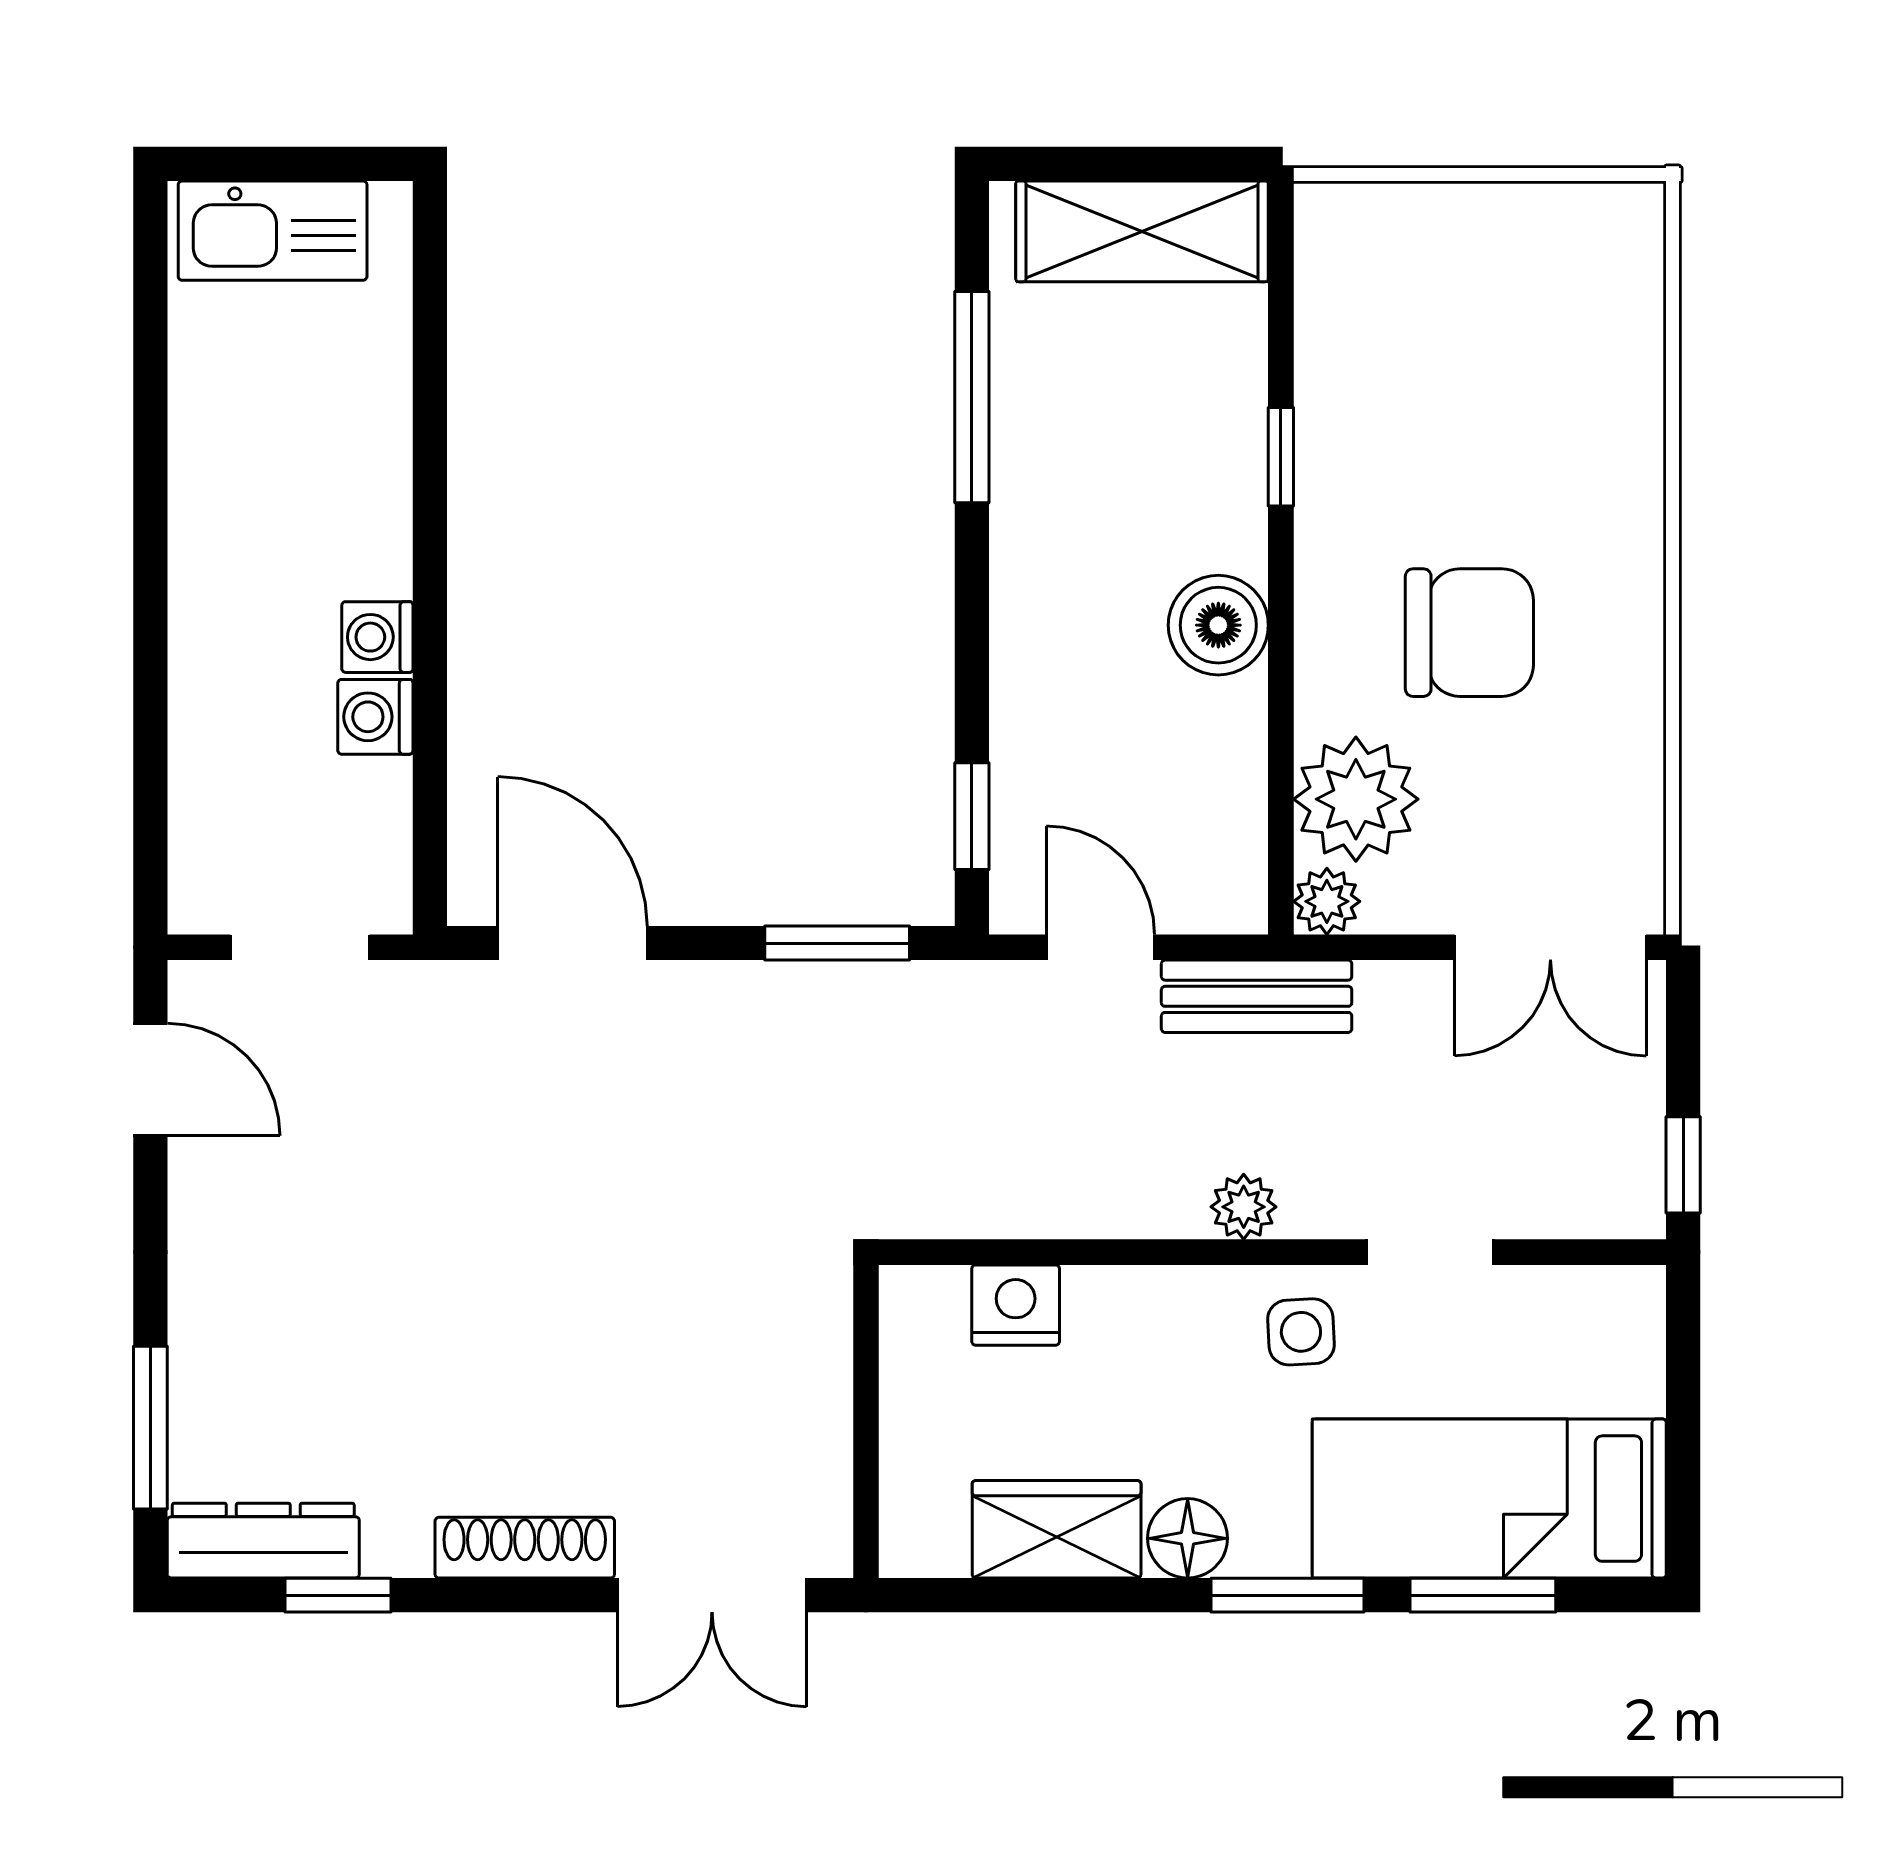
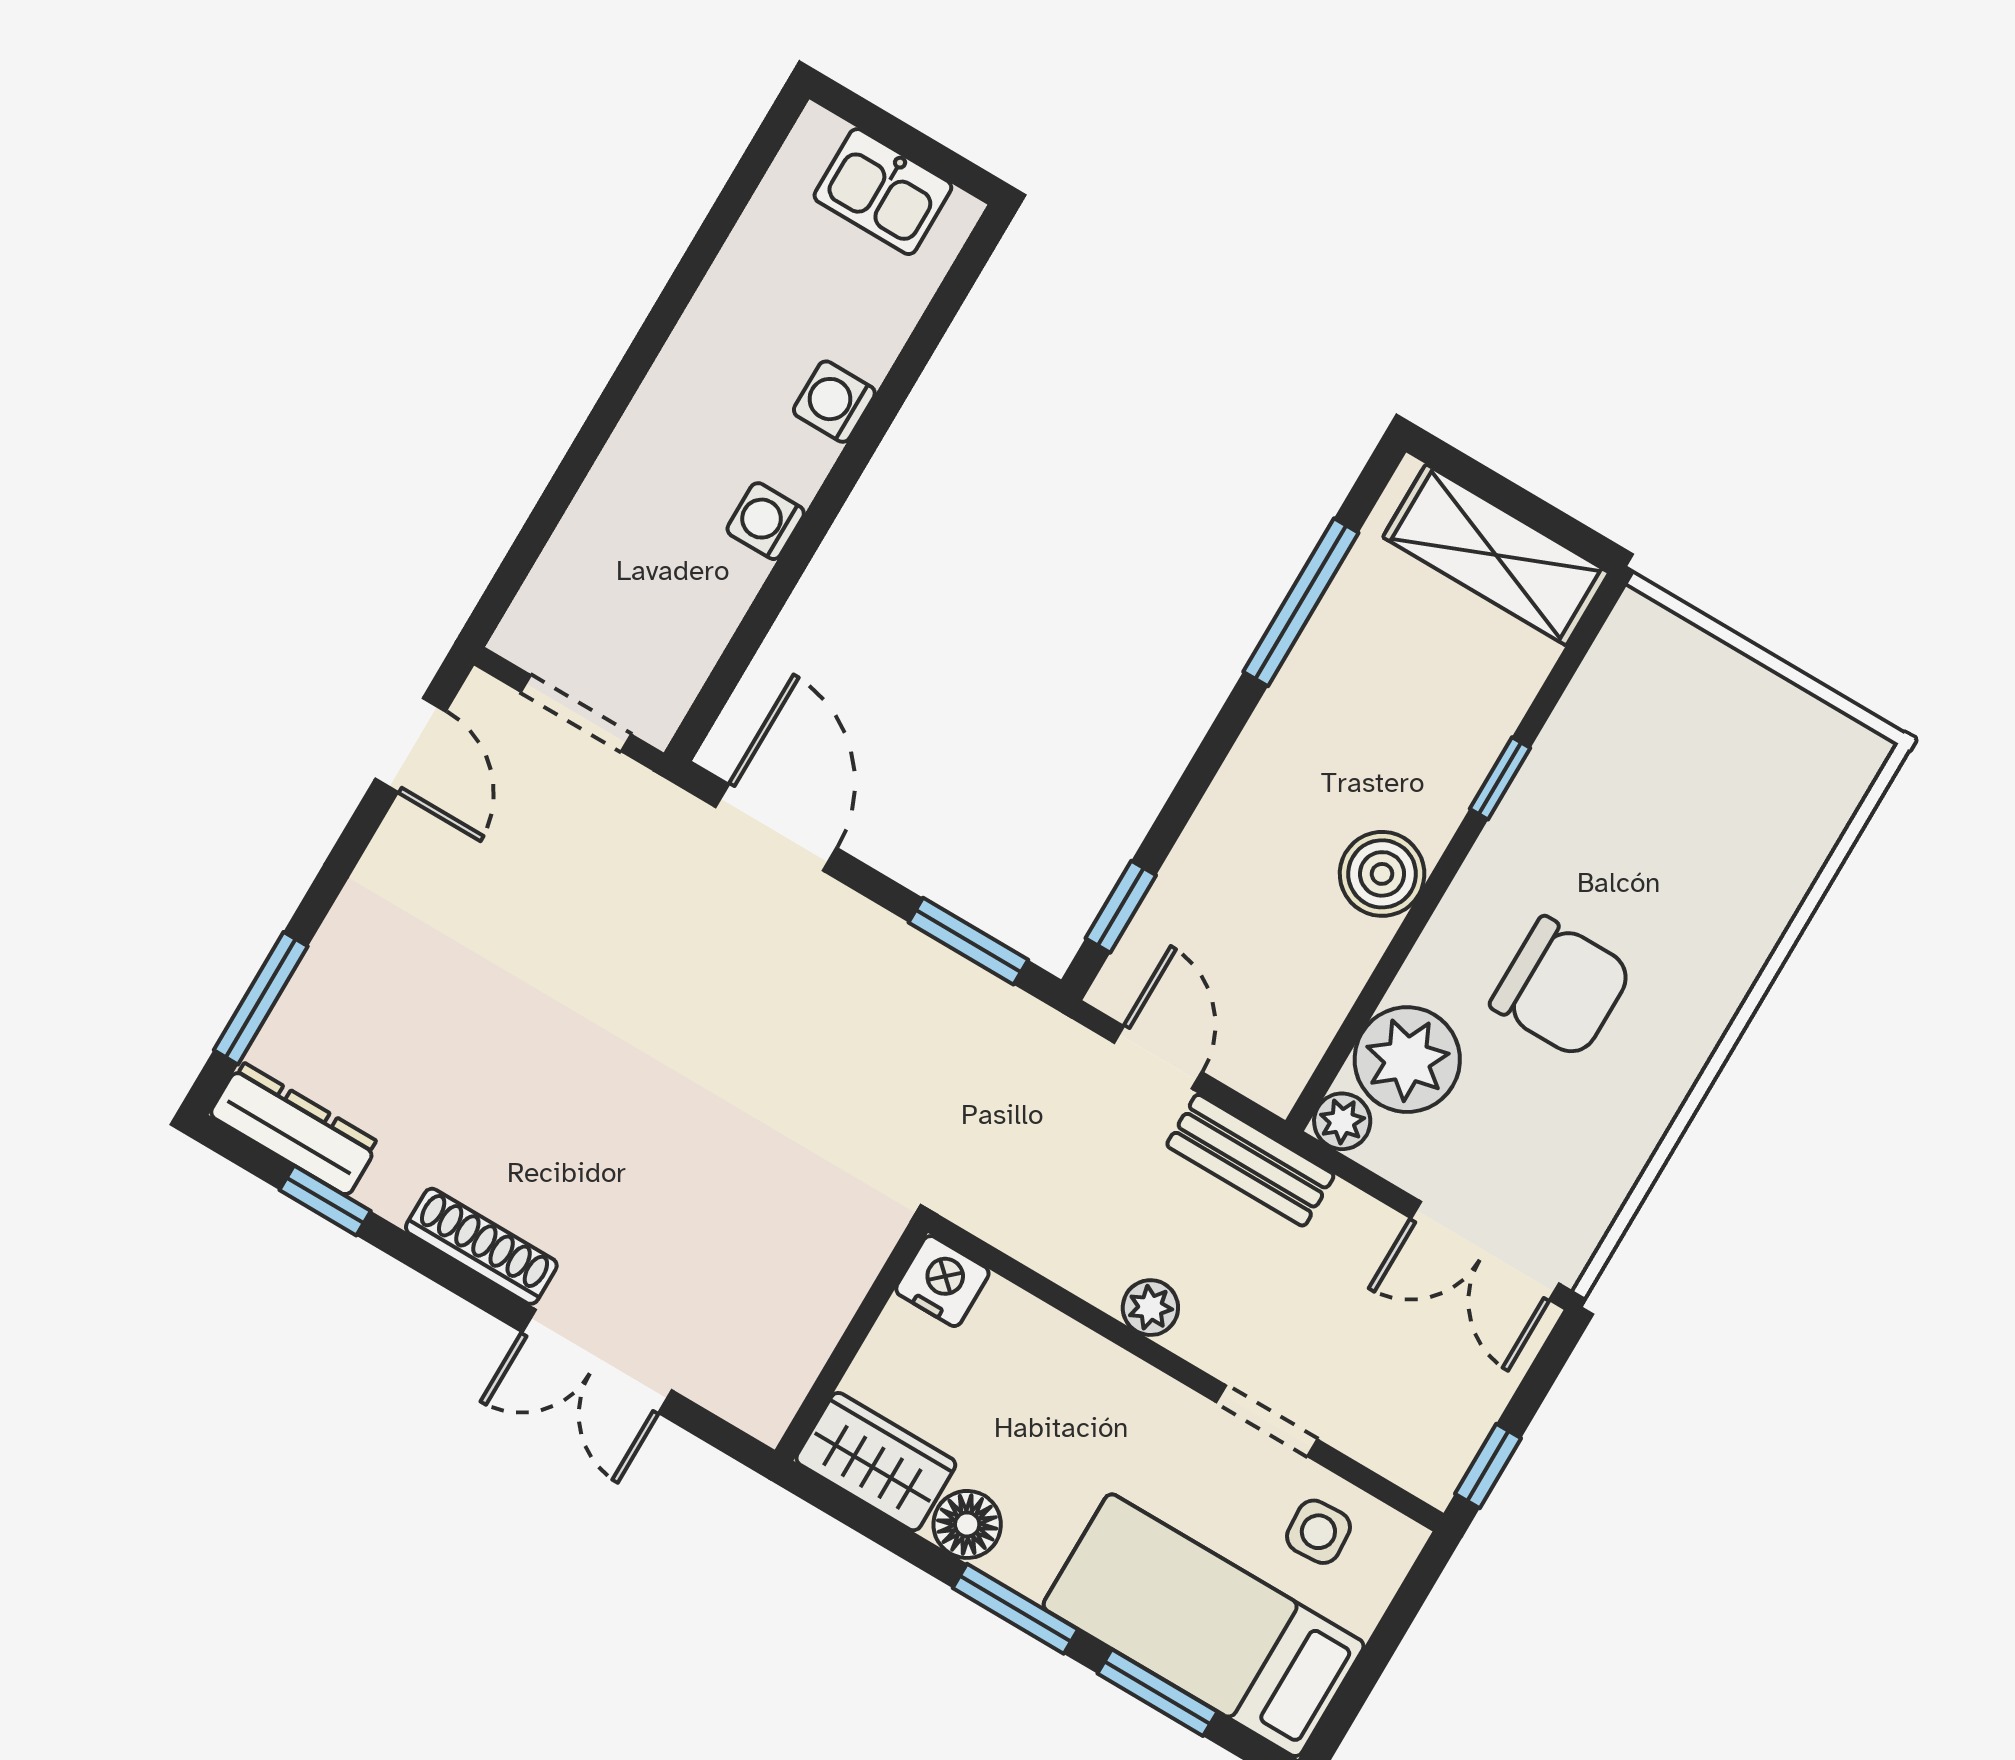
kitchen sink: (273, 231) -> (883, 192), width x0.73
washing machine: (375, 717) -> (834, 402), moved
side table: (1301, 1332) -> (1318, 1532), moved
wall: (866, 1421) -> (851, 1341), moved

